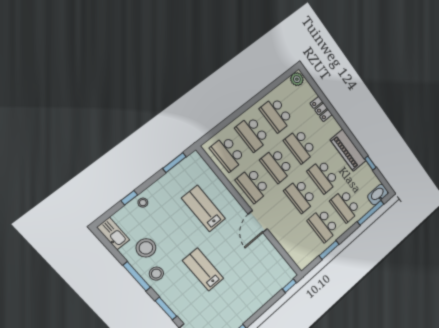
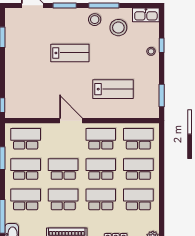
school desk: (301, 245) -> (26, 139), added

